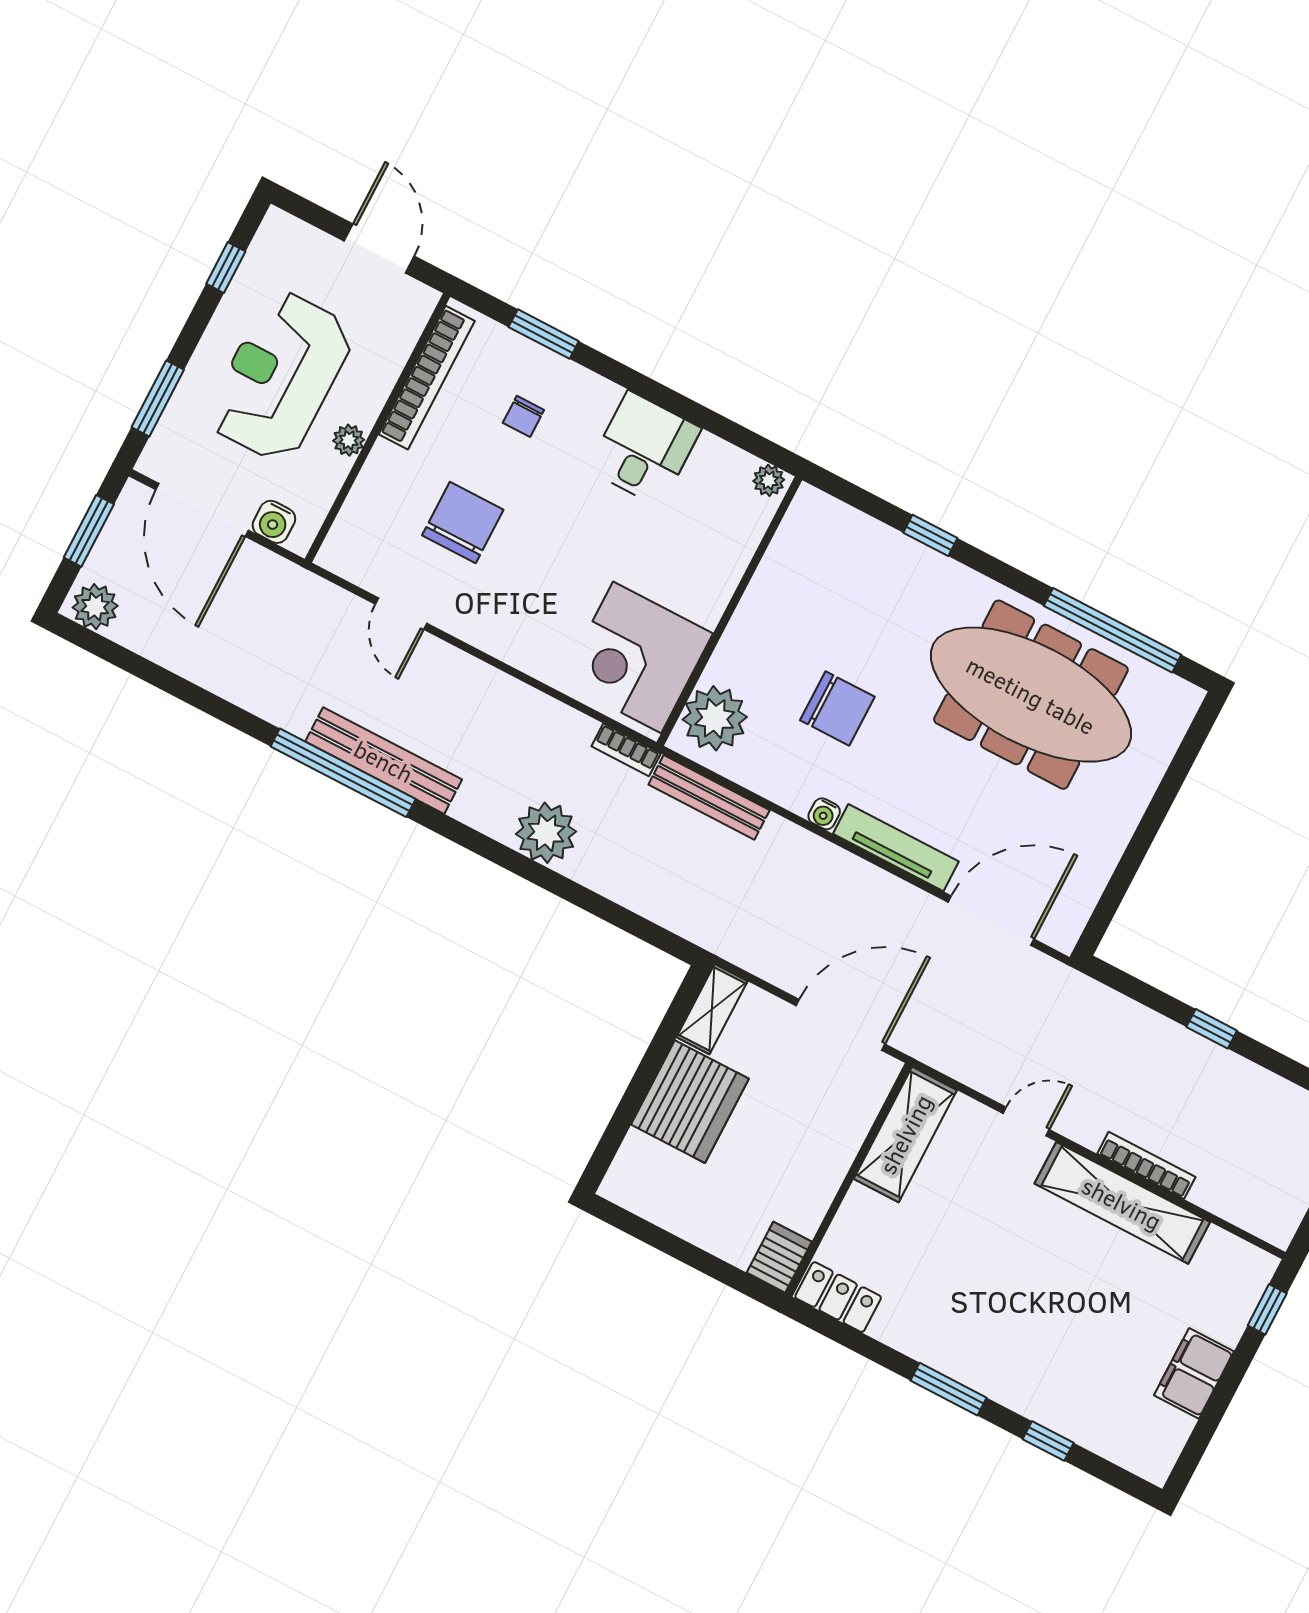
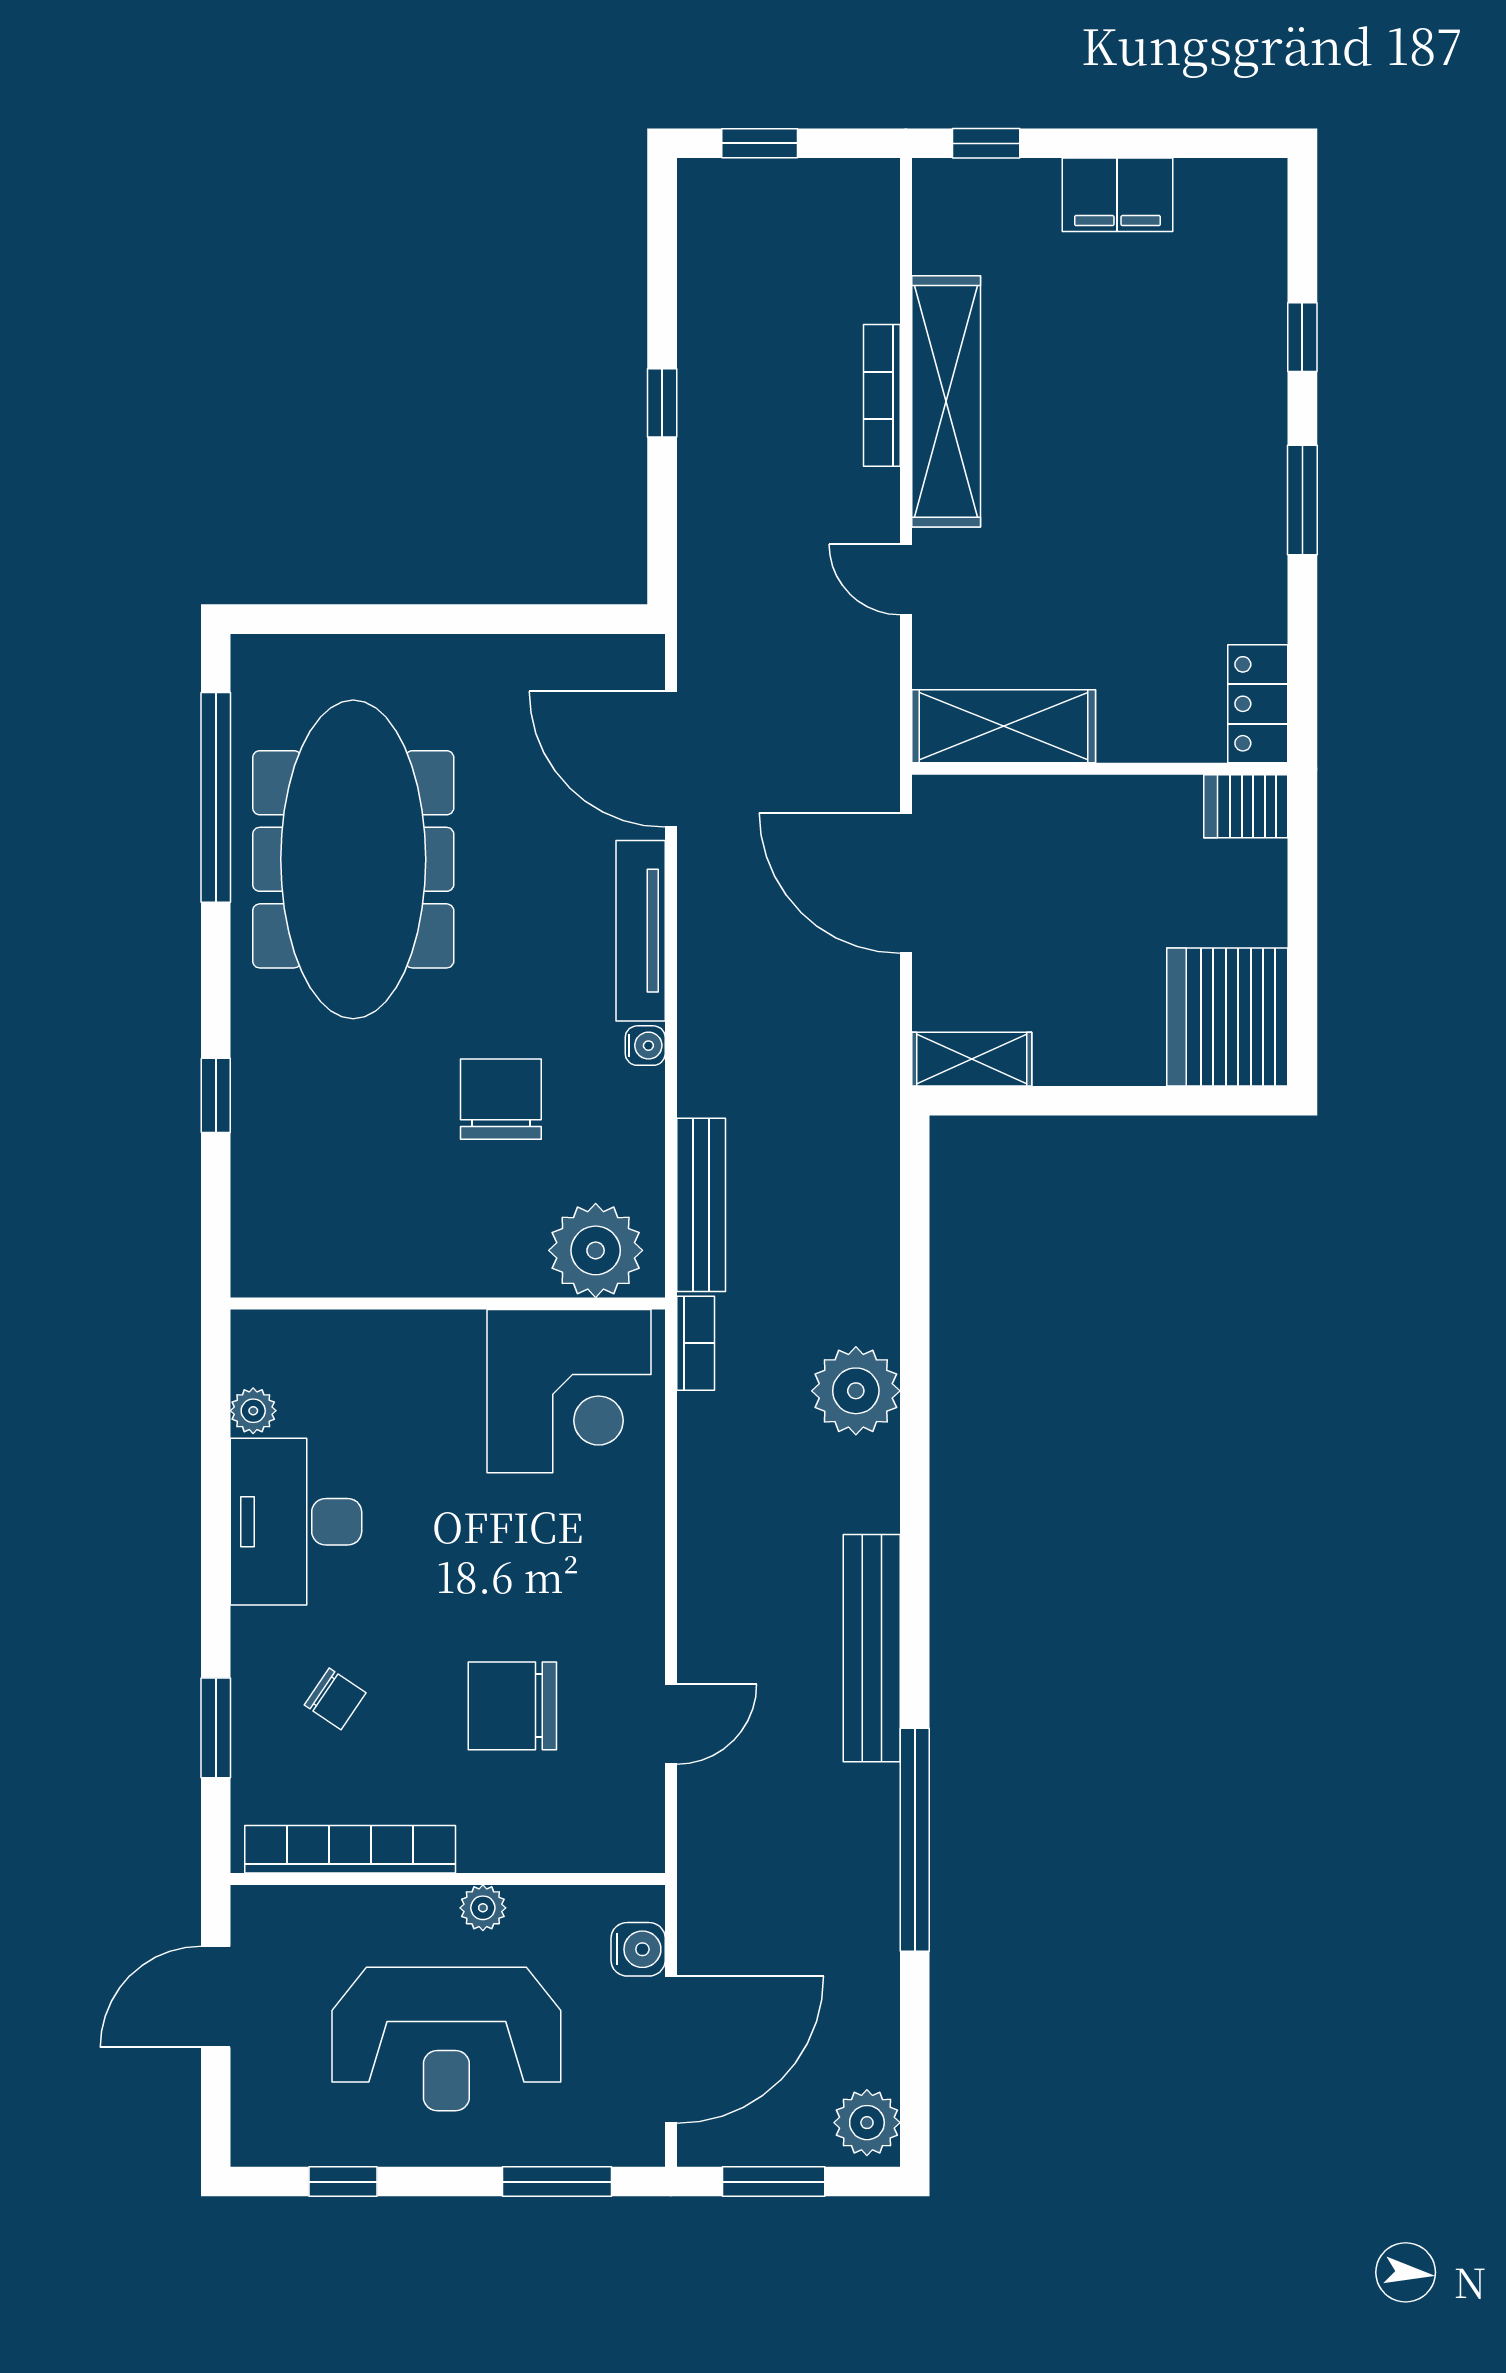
chair: (523, 416) -> (335, 1699), turned 34
desk: (644, 449) -> (296, 1522), width x1.37
plant: (769, 480) -> (253, 1411), moved
window: (343, 773) -> (915, 1840), moved
server rack: (690, 1102) -> (1227, 1017), moved, turned -90

